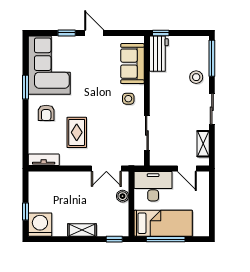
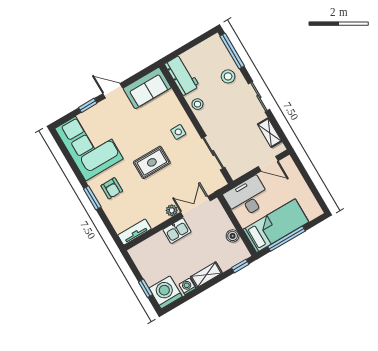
window: (161, 33) -> (173, 55), removed
sofa: (132, 64) -> (147, 88), moved, turned -90
stool: (158, 85) -> (197, 104), added
window: (25, 87) -> (92, 198), moved
rug: (77, 132) -> (152, 162), moved, turned 90
plant: (85, 160) -> (172, 210), added
double door: (106, 168) -> (195, 207), swing flipped
kitchen sink: (79, 179) -> (177, 231), added
boiler: (123, 196) -> (233, 236), moved
washing machine: (61, 230) -> (187, 286), added

